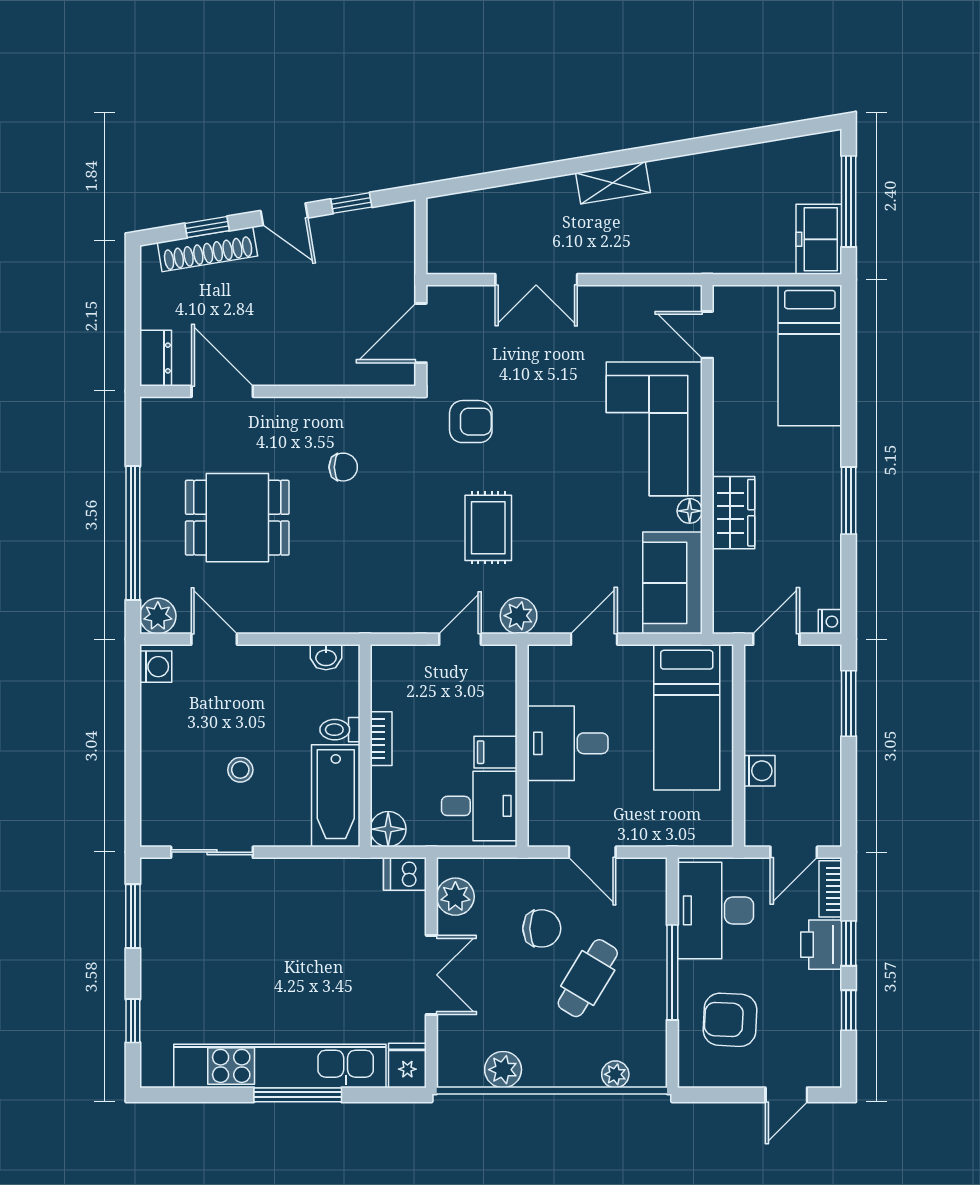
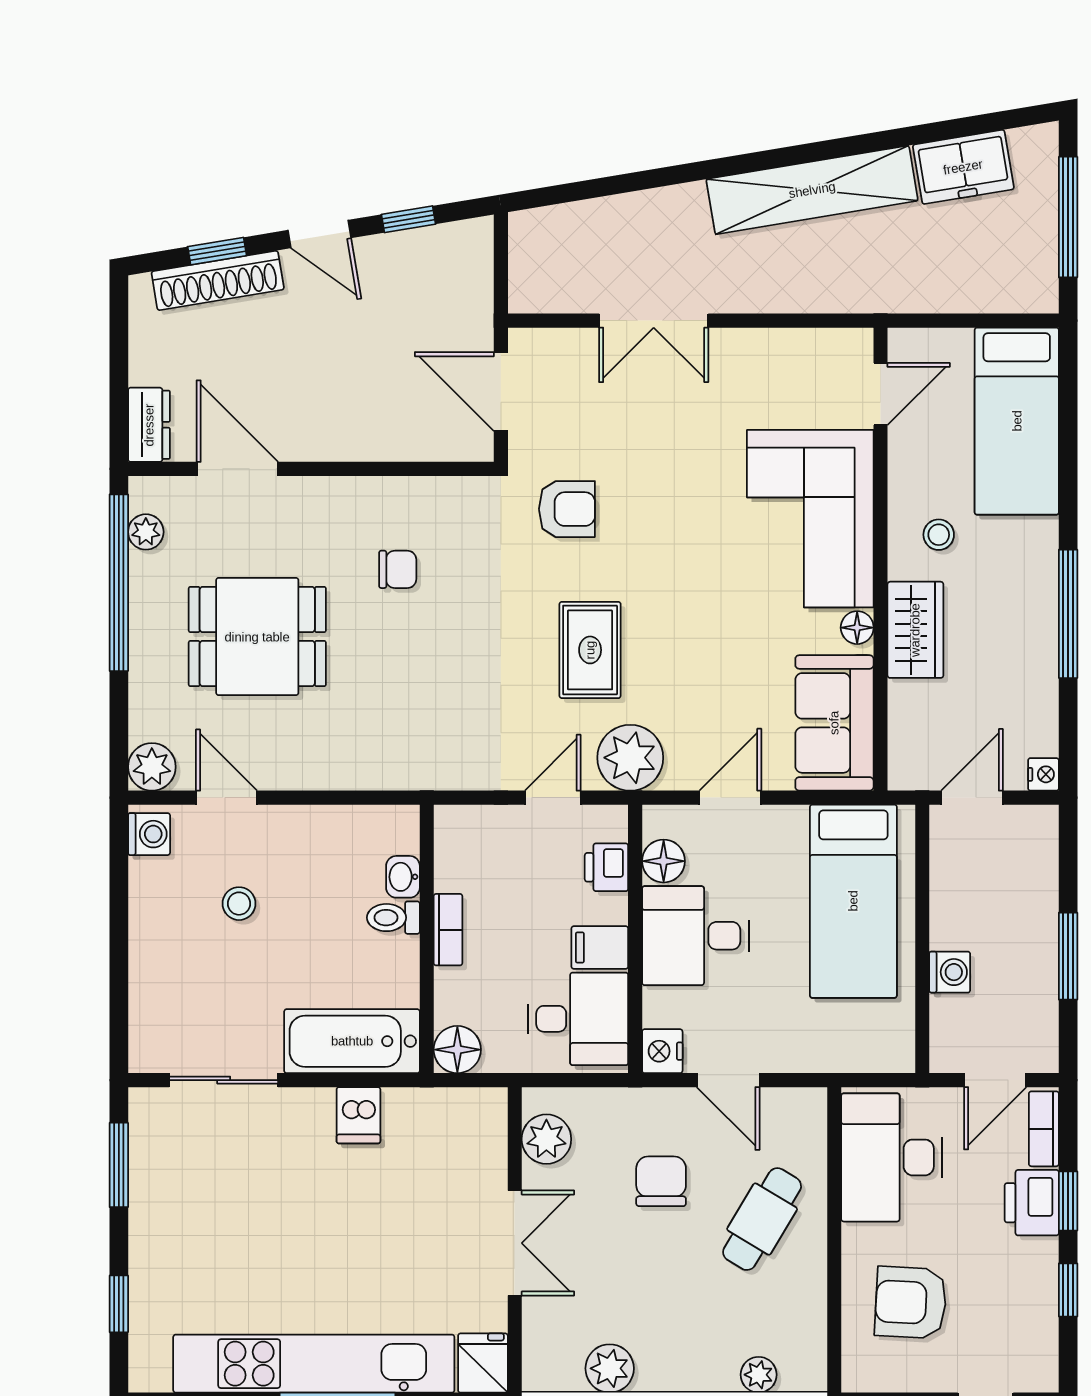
shelving: (613, 183) -> (812, 190), width x2.20, depth x1.33
freezer: (819, 239) -> (963, 167), moved, turned -99
door: (421, 333) -> (501, 392), hinge flipped
door: (707, 335) -> (881, 394), swing flipped
plant: (153, 439) -> (146, 532), added
stool: (751, 441) -> (939, 535), added
window: (849, 501) -> (1068, 614), width x1.44
window: (133, 533) -> (119, 583), moved
plant: (519, 616) -> (630, 758), width x1.36, depth x1.36
washbasin: (326, 657) -> (403, 877), moved, turned 90
floor lamp: (544, 687) -> (664, 861), added
printer: (501, 692) -> (606, 867), added
window: (849, 703) -> (1068, 956), moved
stool: (240, 770) -> (239, 904), moved
bathtub: (336, 796) -> (352, 1041), moved, turned 90
nightstand: (543, 830) -> (662, 1051), added
dishwasher: (405, 874) -> (358, 1115), moved, turned -90
chair: (542, 928) -> (661, 1181), turned -90
window: (672, 972) -> (834, 1240), removed
cafe table: (588, 978) -> (762, 1219), moved

